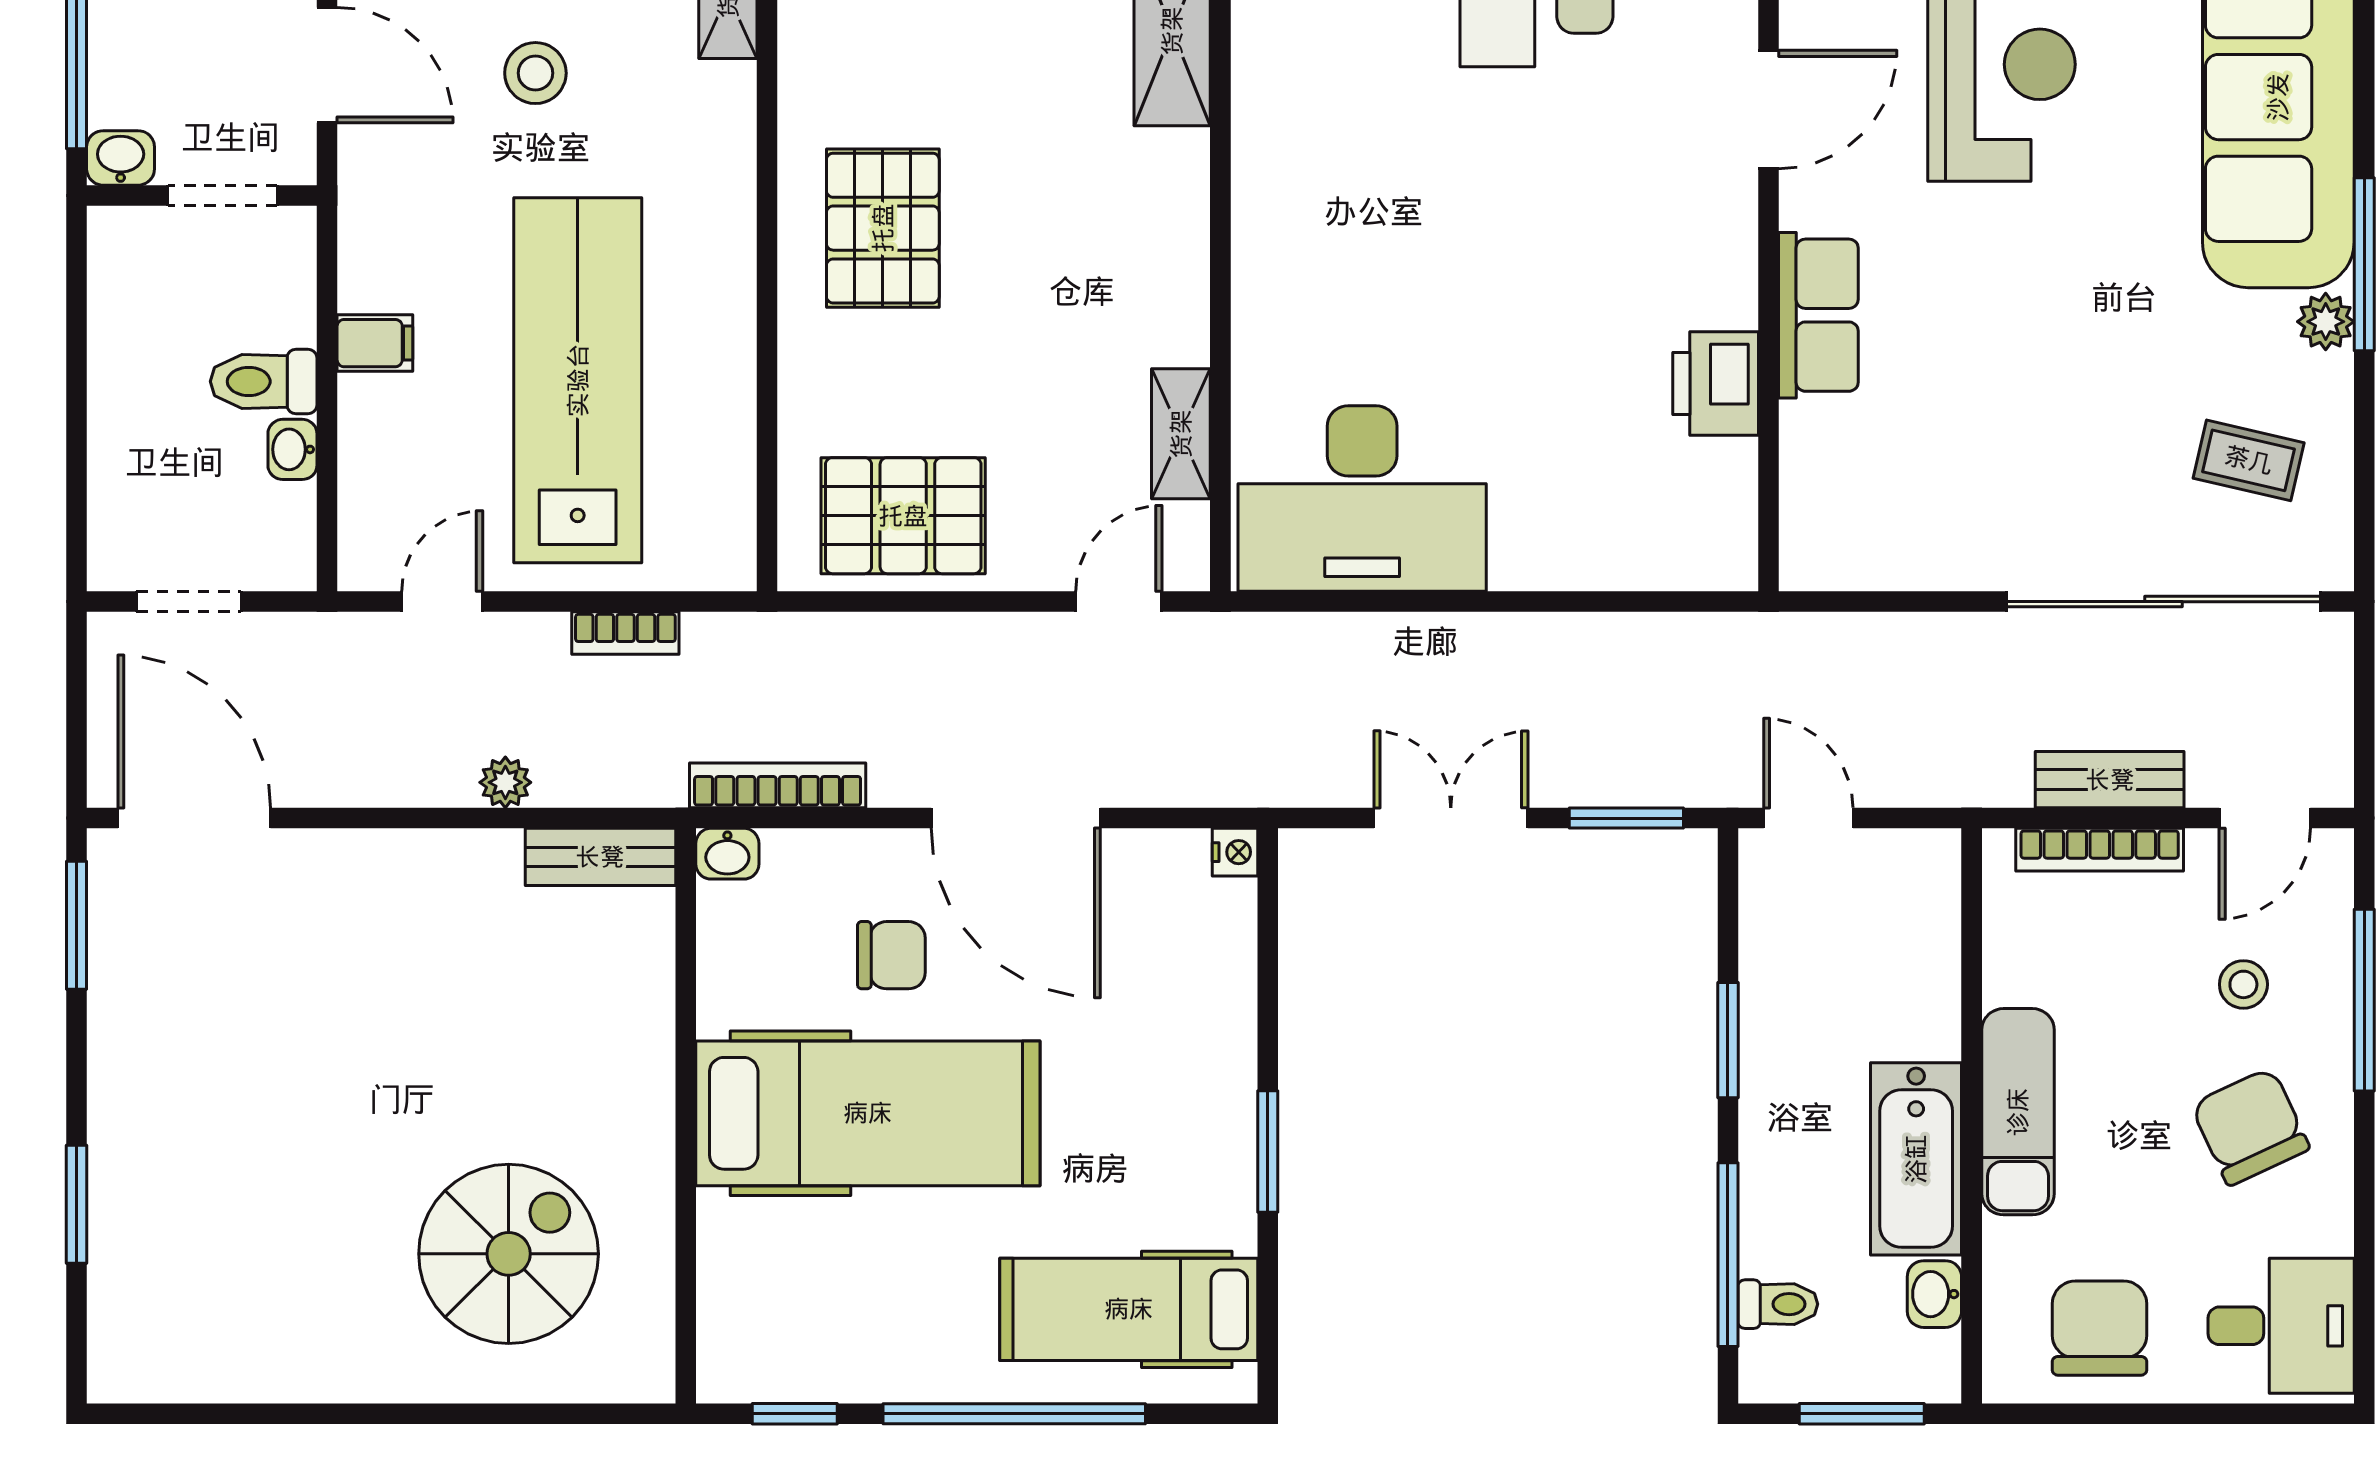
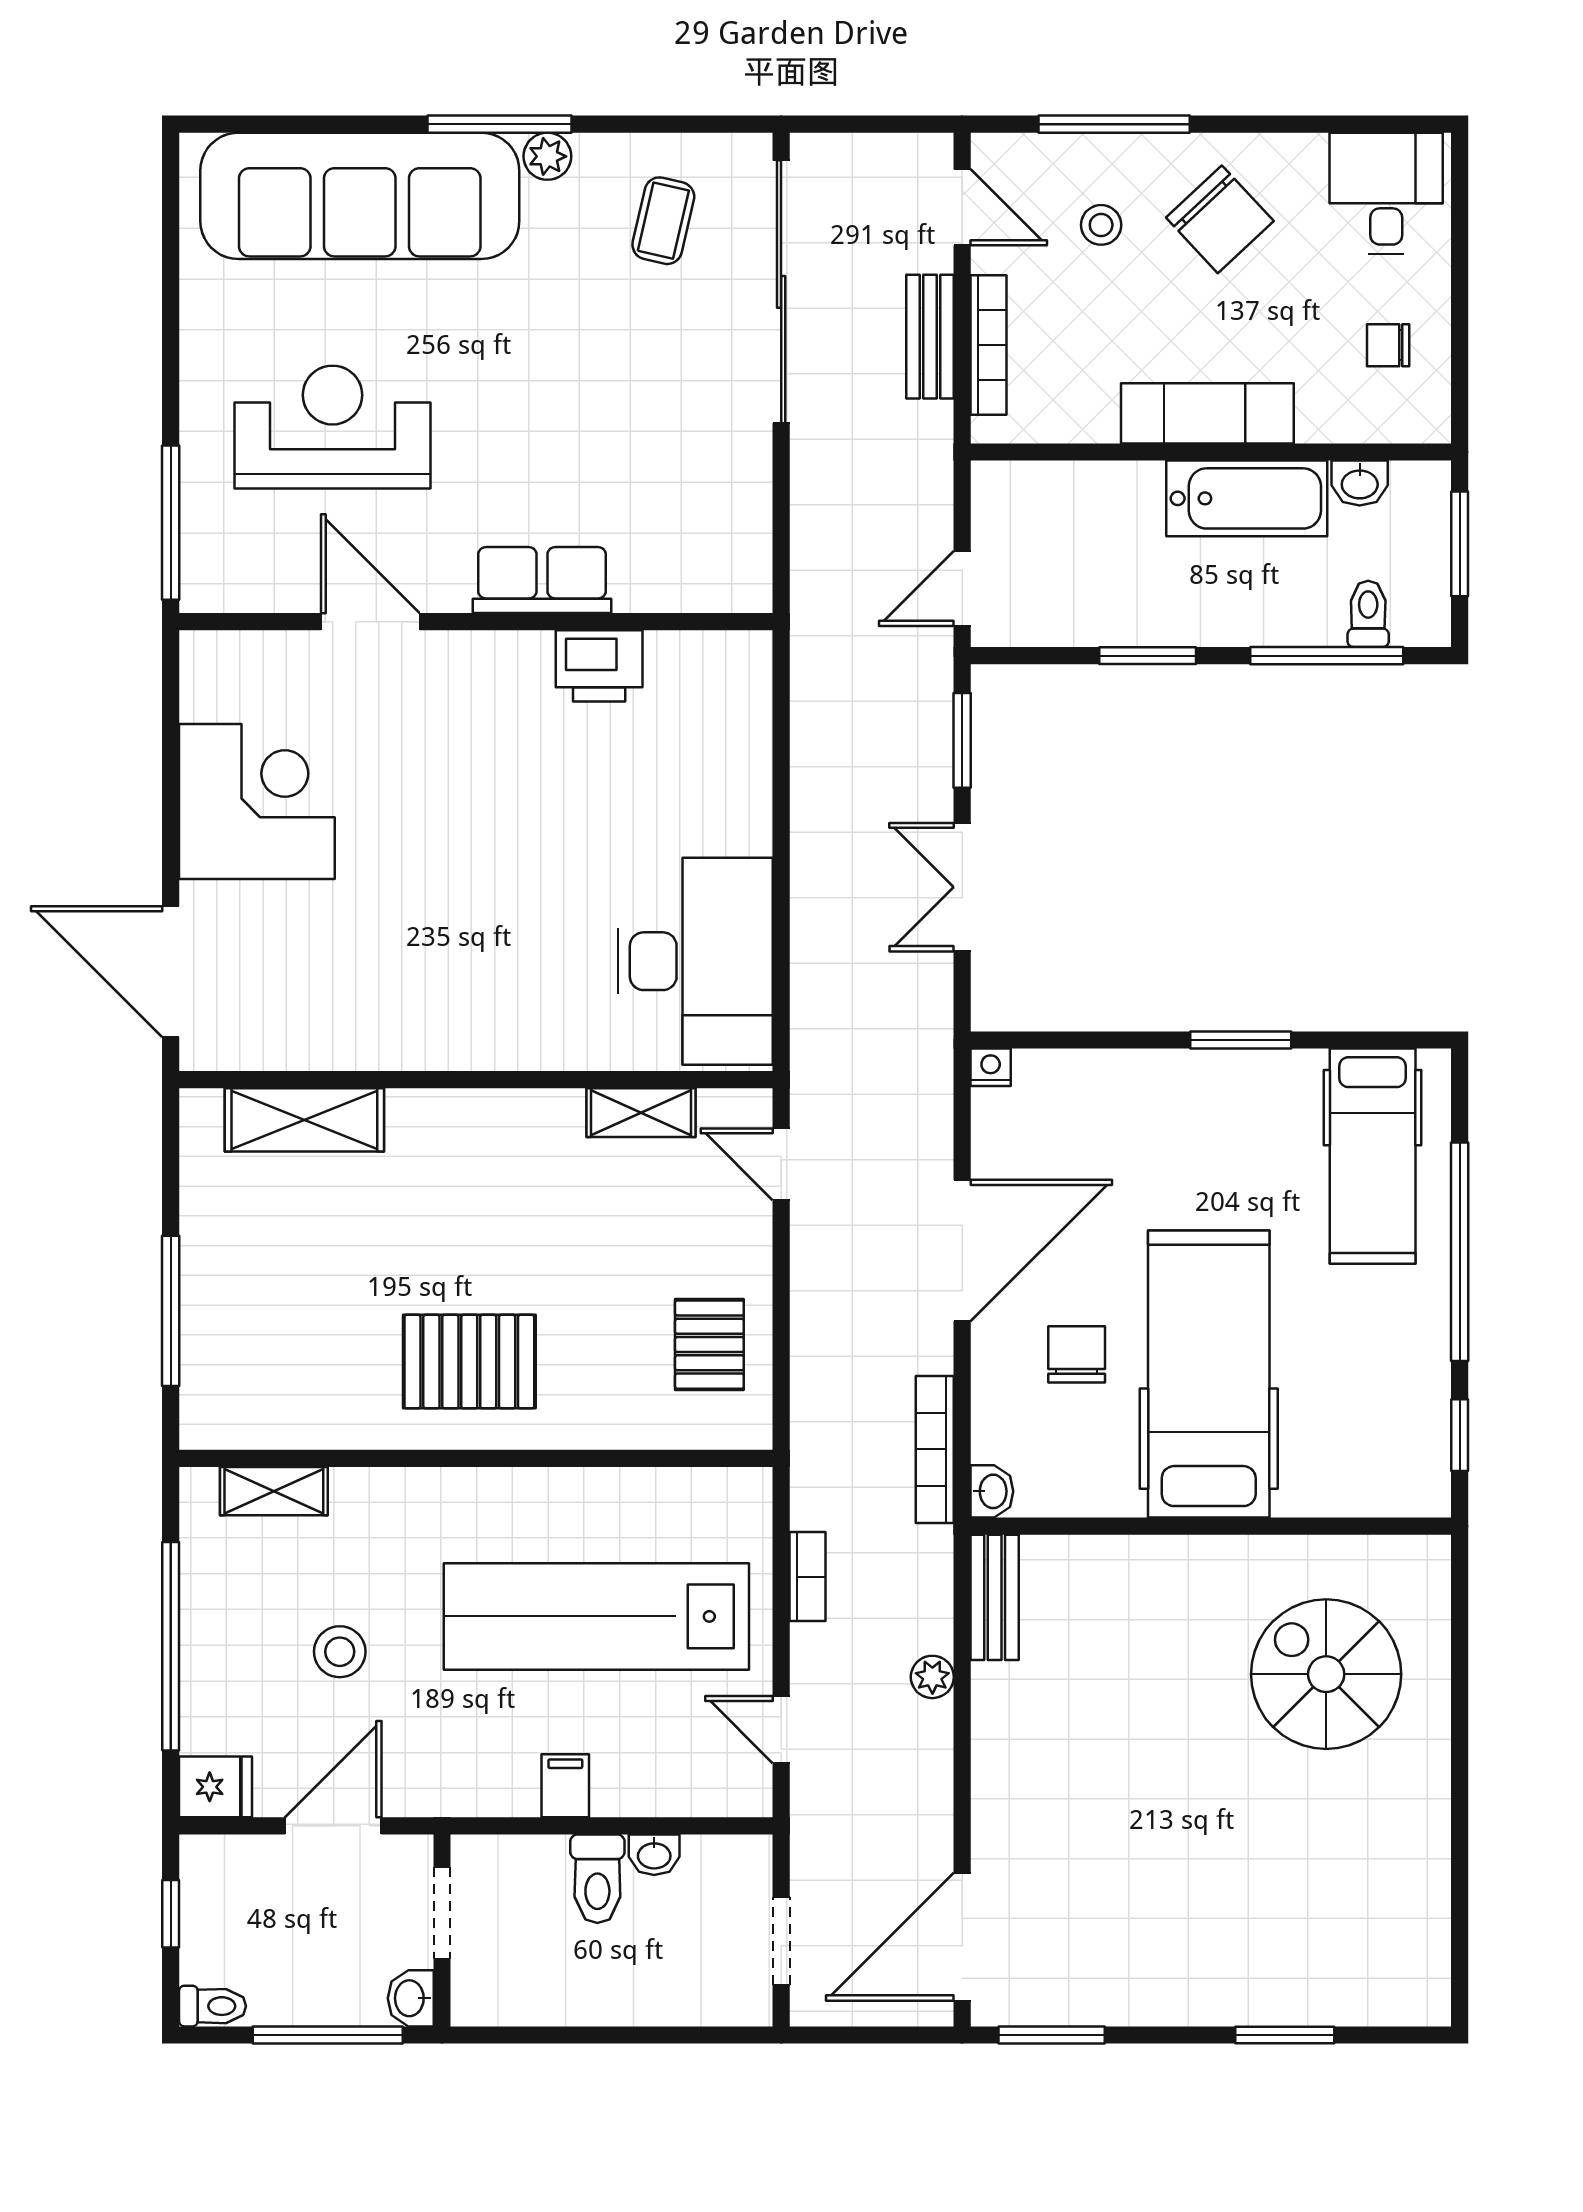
pallet: (903, 516) -> (709, 1345), width x0.67, depth x0.71
chair: (2250, 1127) -> (1220, 219), turned -108
chair: (2099, 1328) -> (1388, 345), width x0.54, depth x0.54

